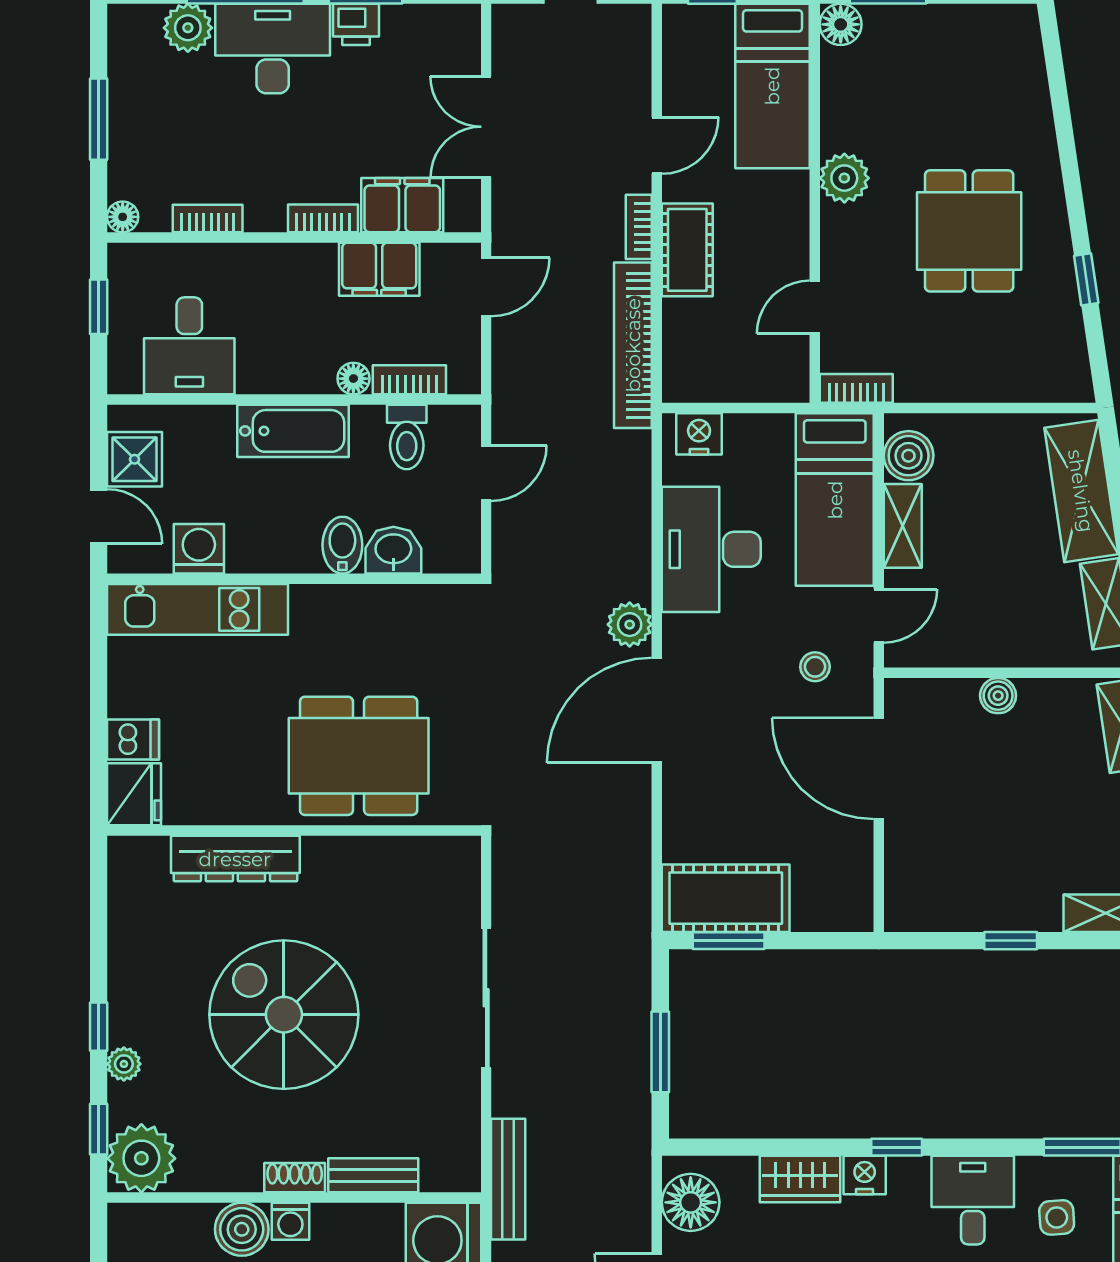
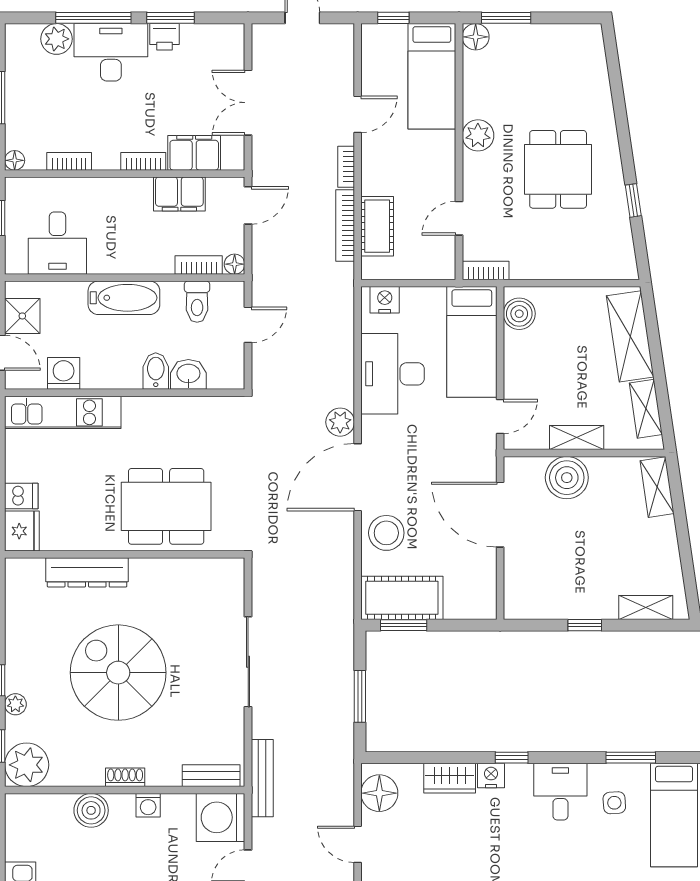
cot: (687, 250) -> (377, 226), moved
bookcase: (633, 345) -> (345, 226), width x0.68, depth x0.76
floor lamp: (353, 379) -> (235, 264), moved
shelving: (903, 526) -> (577, 438), moved, turned 90
stool: (815, 667) -> (386, 533), moved, width x1.89, depth x1.89
boiler: (998, 696) -> (567, 478), width x1.86, depth x1.86
bench: (373, 1175) -> (211, 776), moved
washing machine: (290, 1221) -> (148, 805), moved

